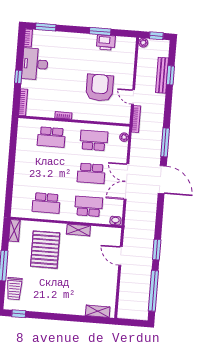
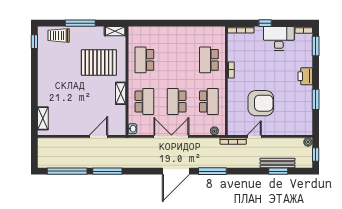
printer: (106, 42) -> (305, 76), moved
window: (157, 250) -> (107, 171), width x1.44

